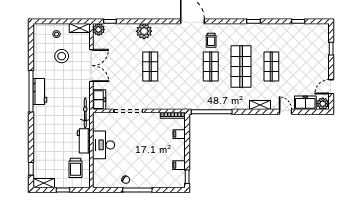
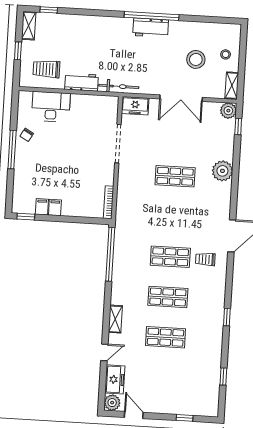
shop shelf: (241, 67) -> (168, 297), width x0.70, depth x0.74
filing cabinet: (179, 134) -> (55, 208), moved
desk: (104, 145) -> (51, 107), moved

